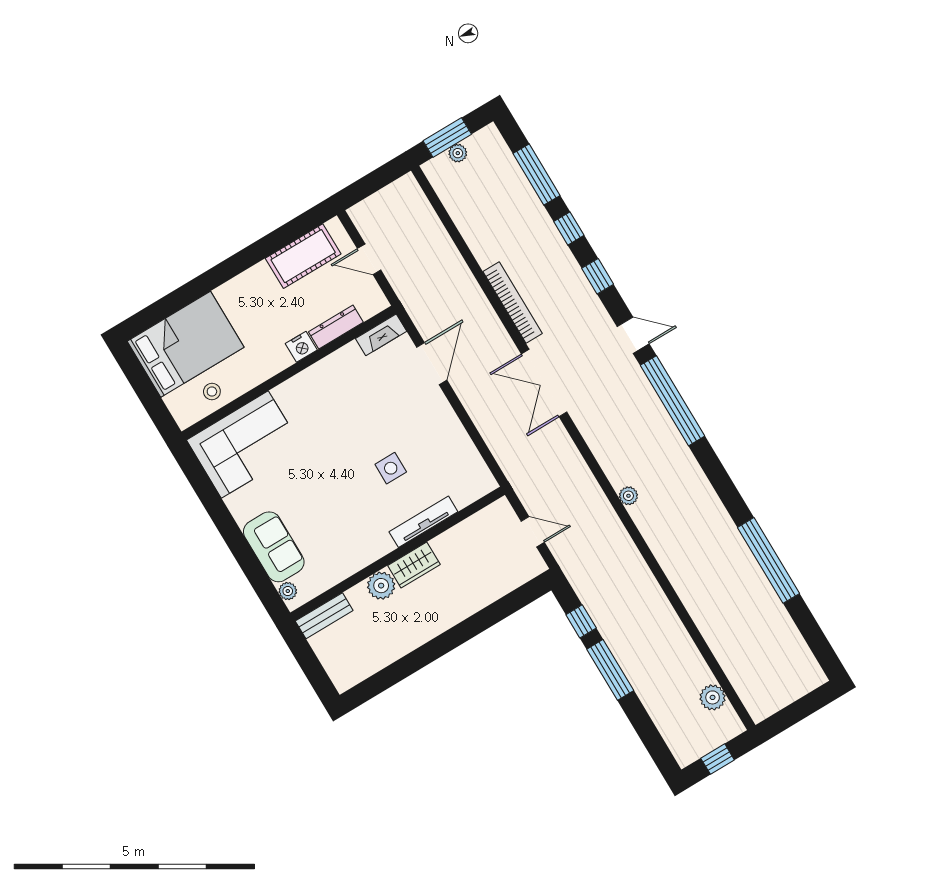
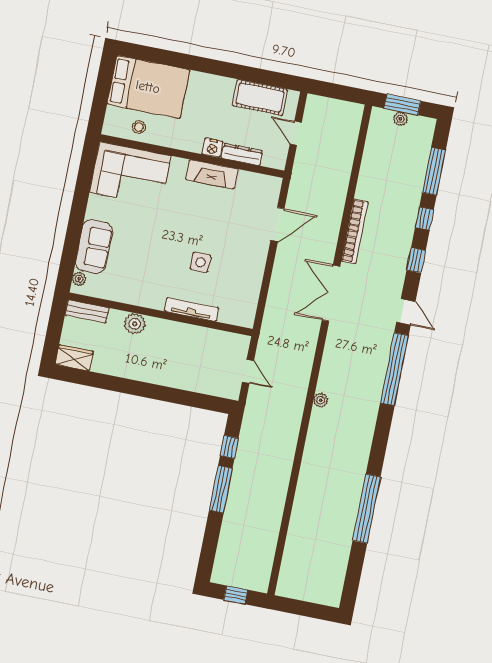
fireplace: (381, 335) -> (212, 174), moved, width x1.37, depth x1.32
wardrobe: (414, 565) -> (74, 358), moved, turned 180
plant: (713, 697) -> (264, 557), removed

